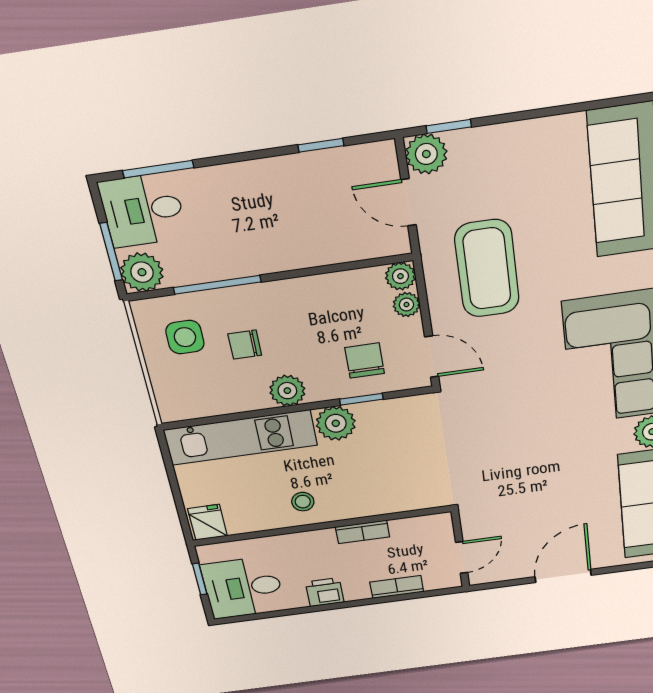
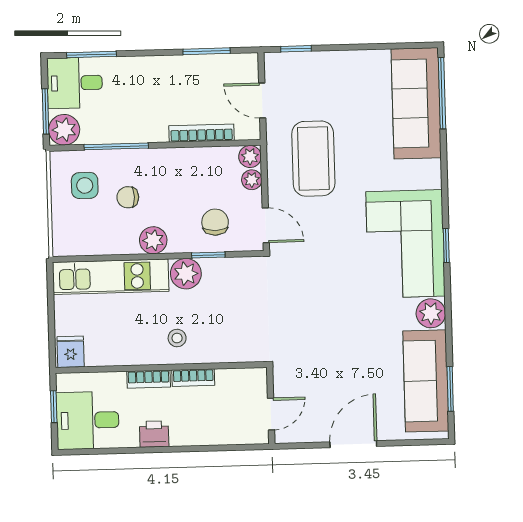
window: (321, 145) -> (207, 51), width x1.50
plant: (426, 154) -> (279, 67), removed
bookcase: (330, 254) -> (202, 133), added
stool: (303, 502) -> (177, 338), moved
bookcase: (397, 587) -> (149, 379), moved, turned 180

